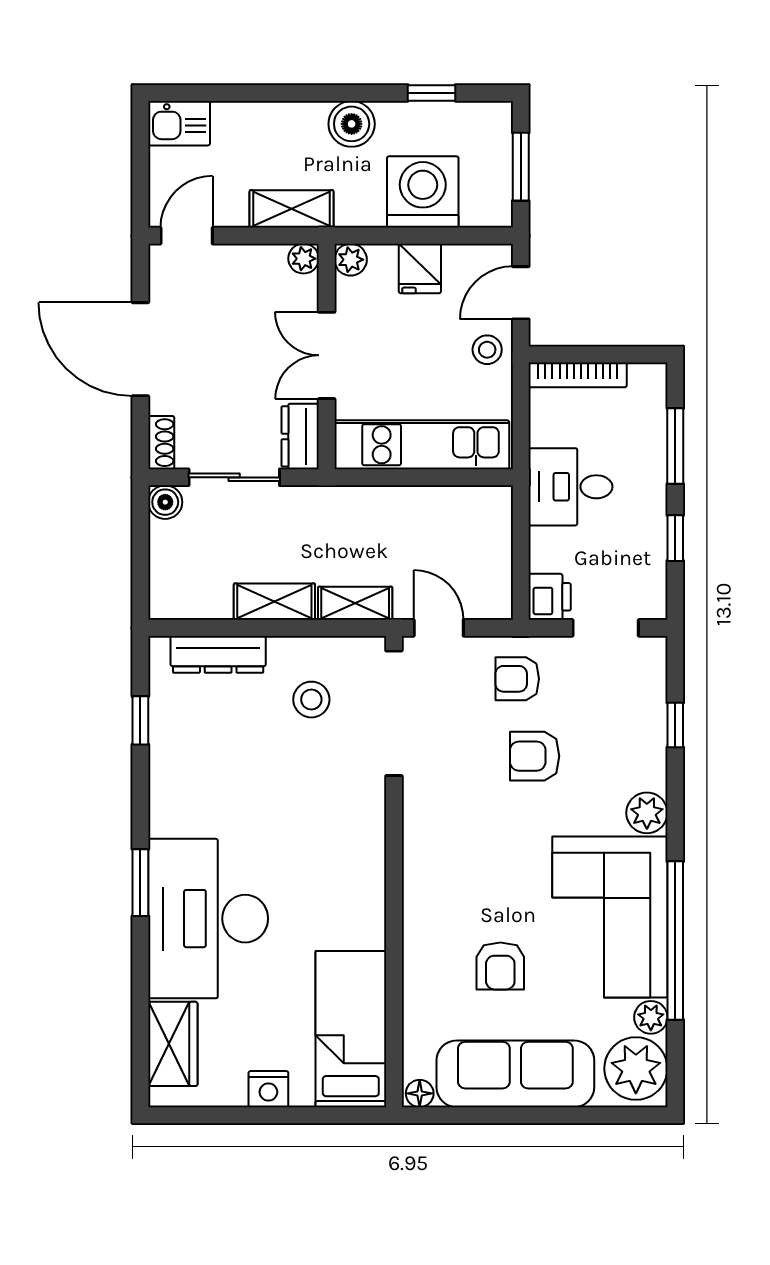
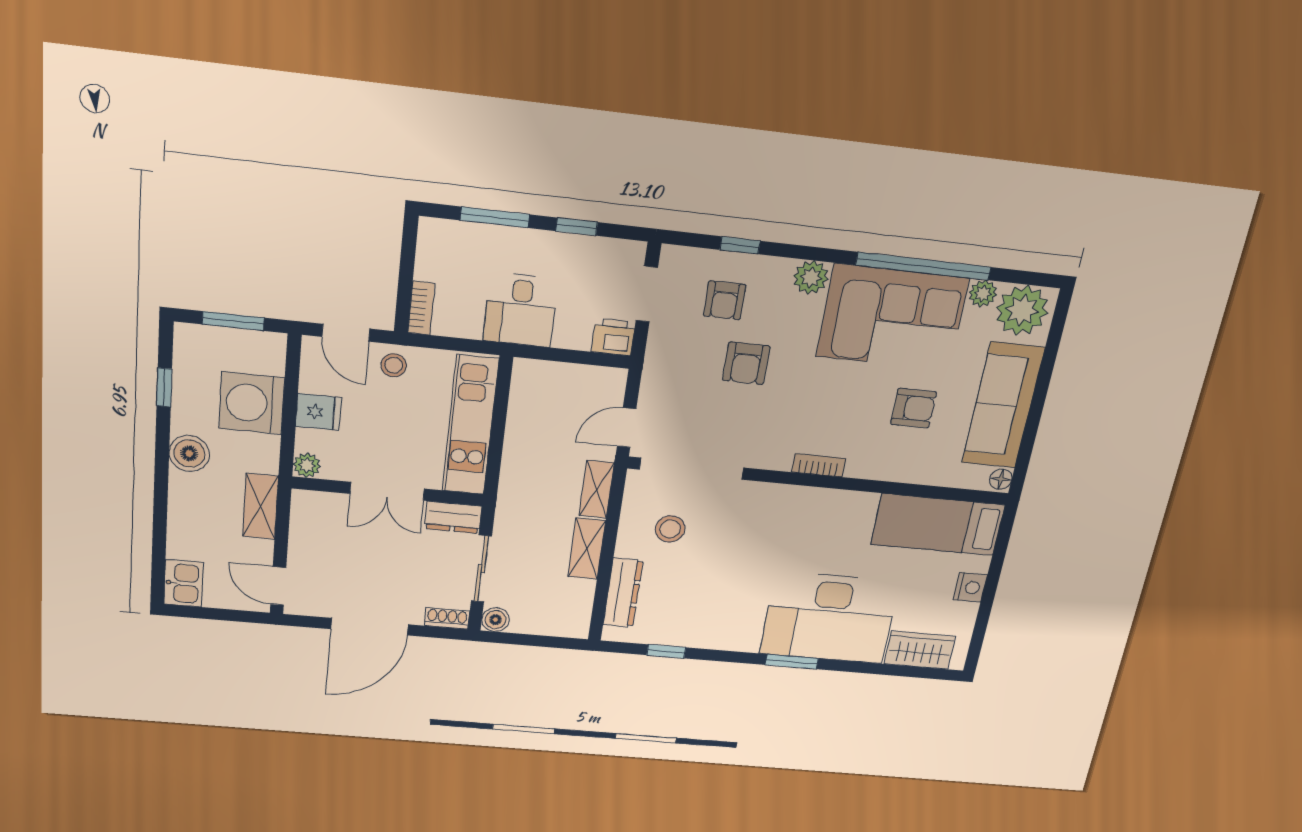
plant: (304, 259) -> (304, 501), removed
bookcase: (578, 375) -> (421, 308), width x0.64
armchair: (517, 679) -> (725, 300), moved
bookcase: (414, 866) -> (819, 465), added

